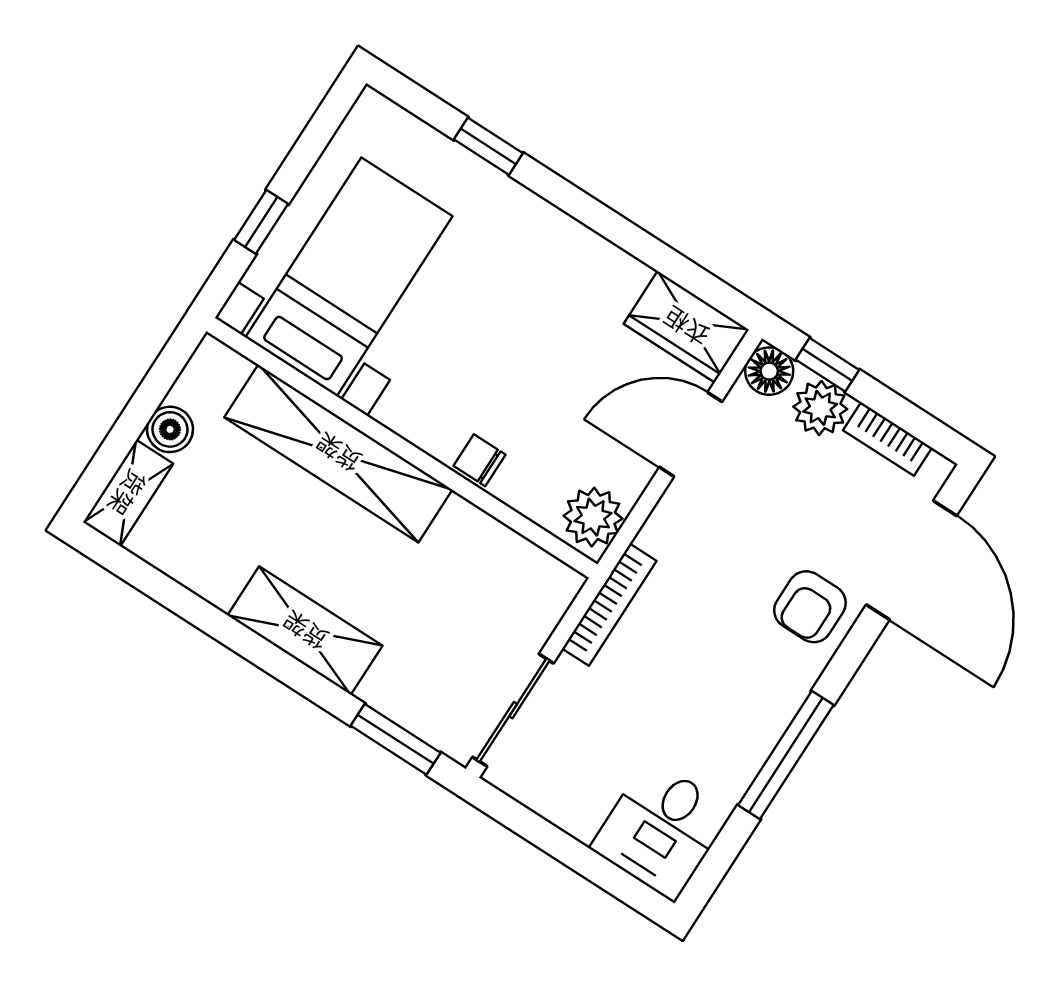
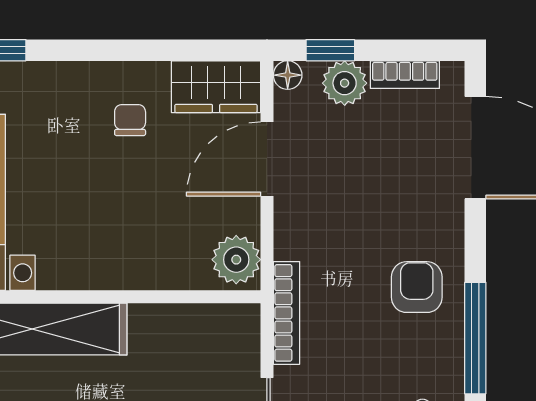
floor lamp: (769, 371) -> (288, 75), width x0.73, depth x0.73
chair: (480, 460) -> (130, 120), moved, turned 90
armchair: (810, 607) -> (417, 287), moved, turned 180

